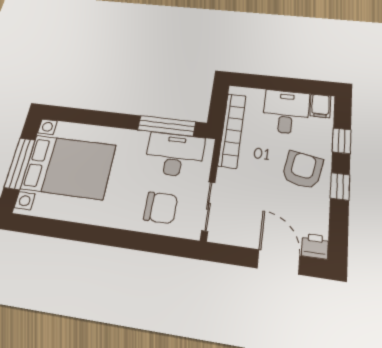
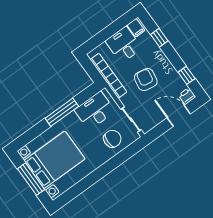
window: (166, 126) -> (62, 112), moved
armchair: (302, 170) -> (146, 80), moved
window: (340, 186) -> (187, 75), moved

